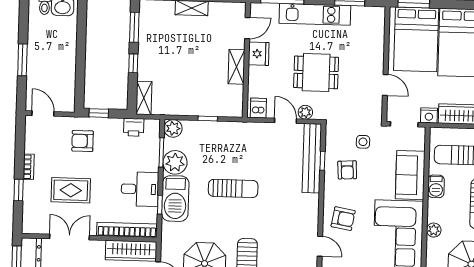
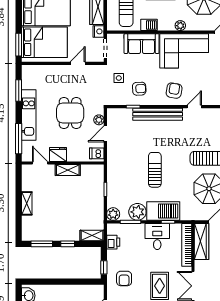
bench: (312, 158) -> (158, 114), moved

